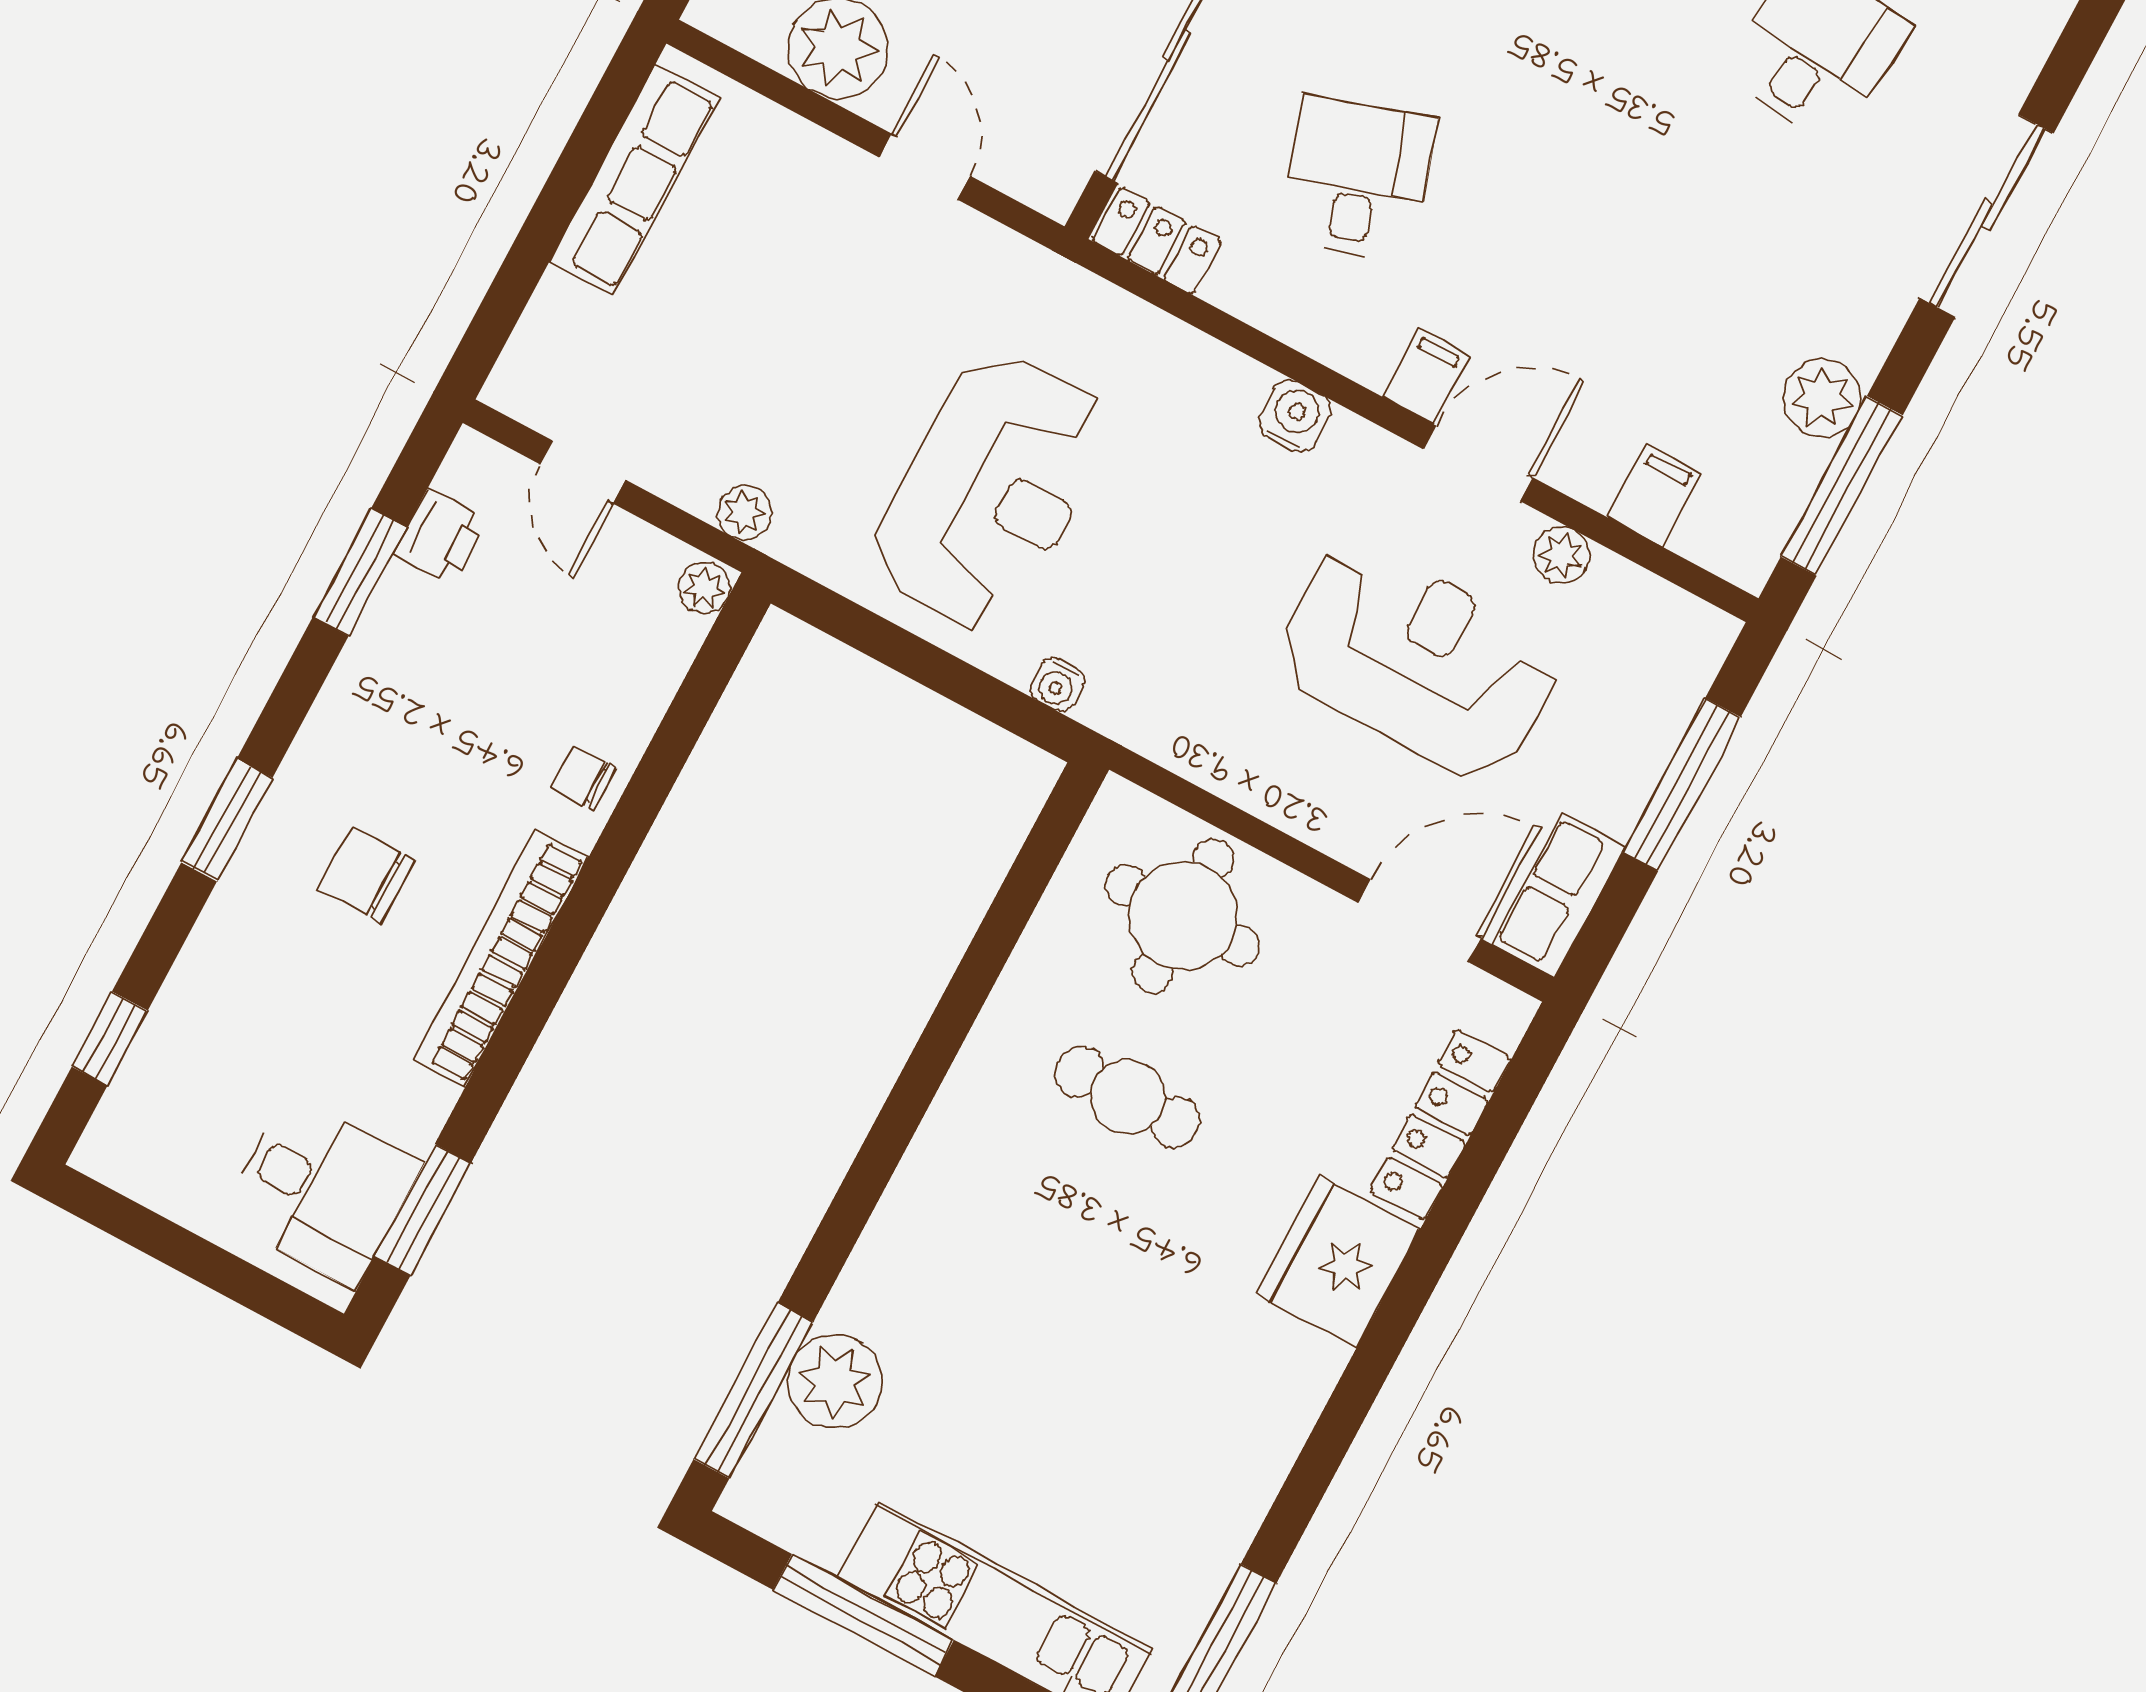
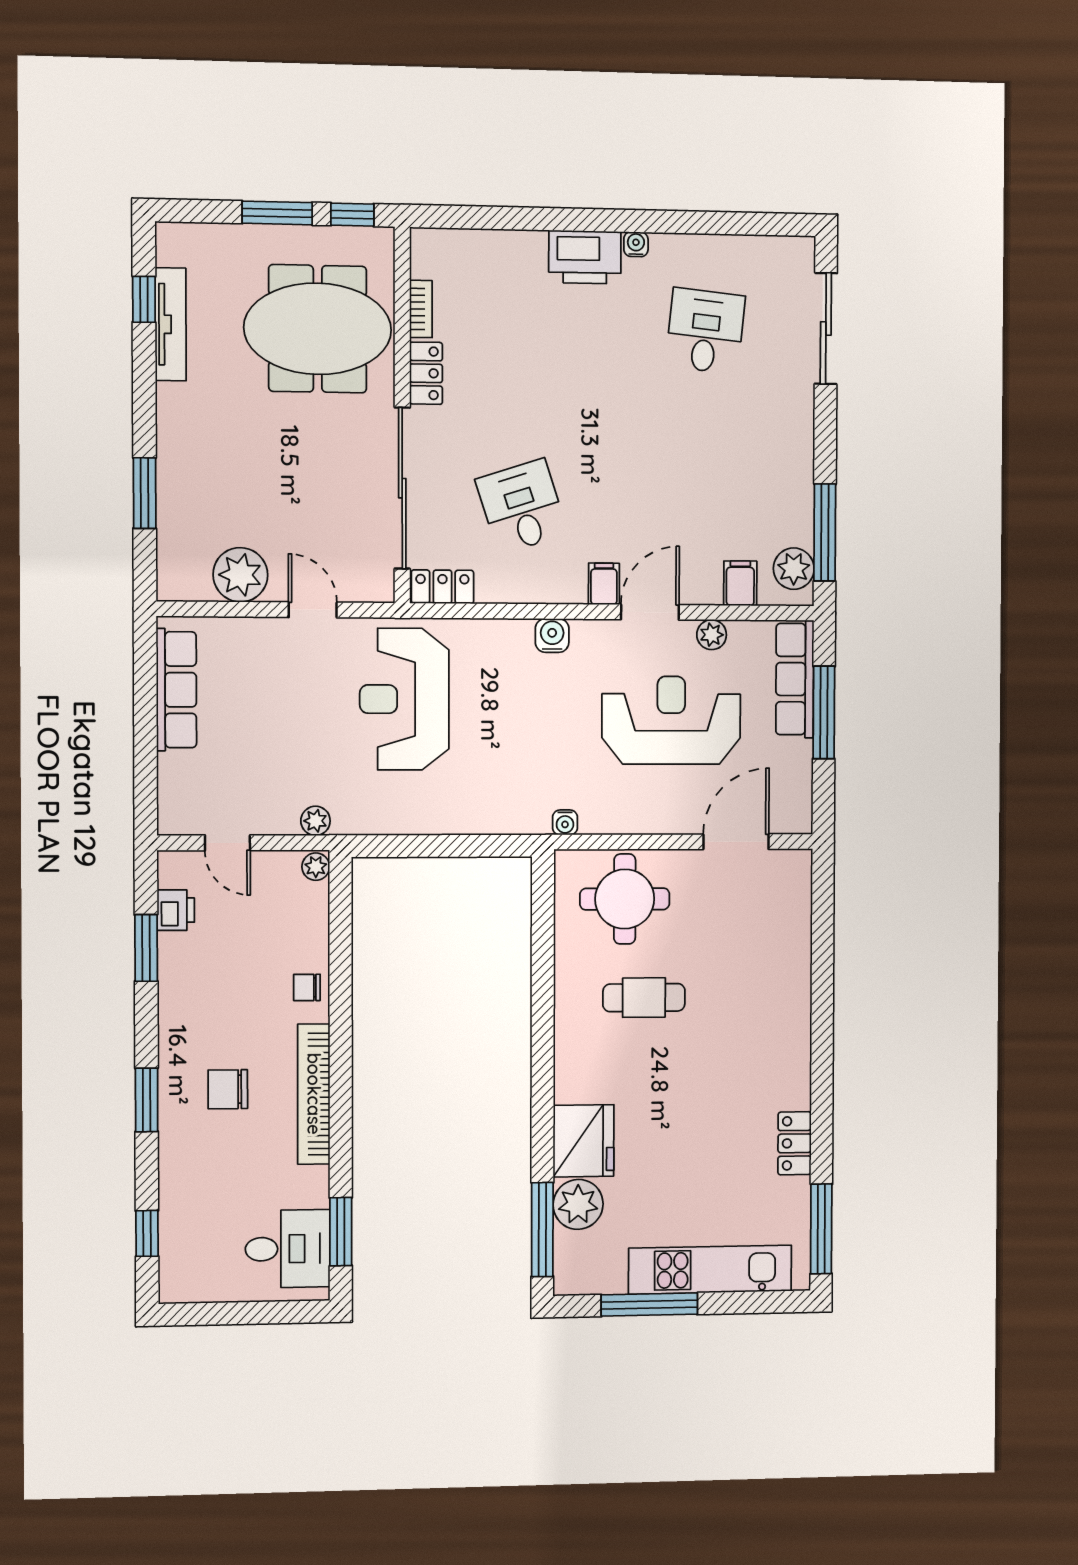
sliding door: (1987, 216) -> (826, 328), moved
plant: (1822, 398) -> (794, 569), moved
reception desk: (991, 492) -> (404, 699), moved, turned 180
water cooler: (1057, 685) -> (565, 822), moved
row of seats: (1559, 895) -> (795, 679), moved, width x1.48
locker: (1440, 1125) -> (795, 1143), moved, width x0.66
fridge: (1338, 1262) -> (584, 1141), moved, turned 180

